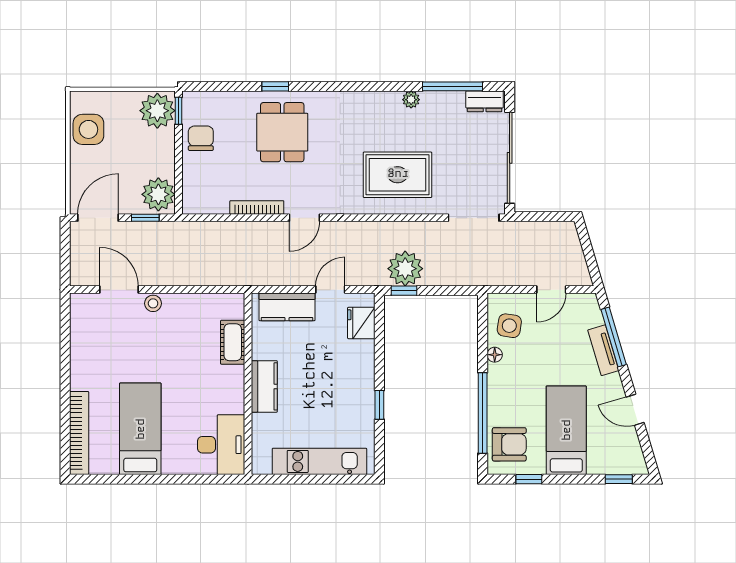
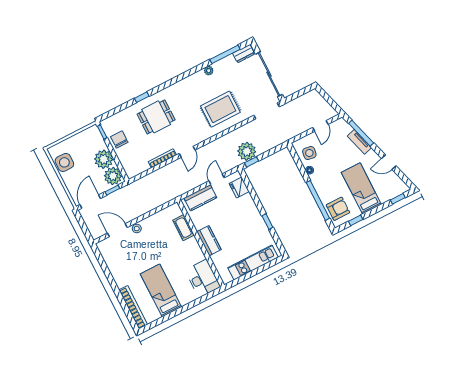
plant: (157, 111) -> (104, 159), moved
dining table: (282, 132) -> (156, 117), turned 90

